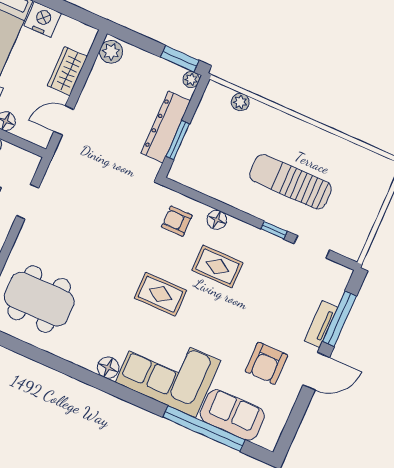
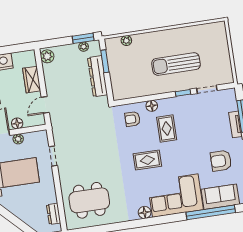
plant: (191, 79) -> (84, 47), moved
window: (178, 140) -> (105, 61), moved
rug: (217, 267) -> (167, 129), turned 90
armchair: (266, 363) -> (221, 161), turned 90

